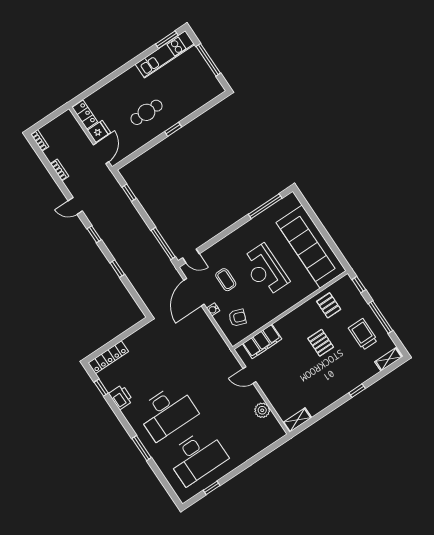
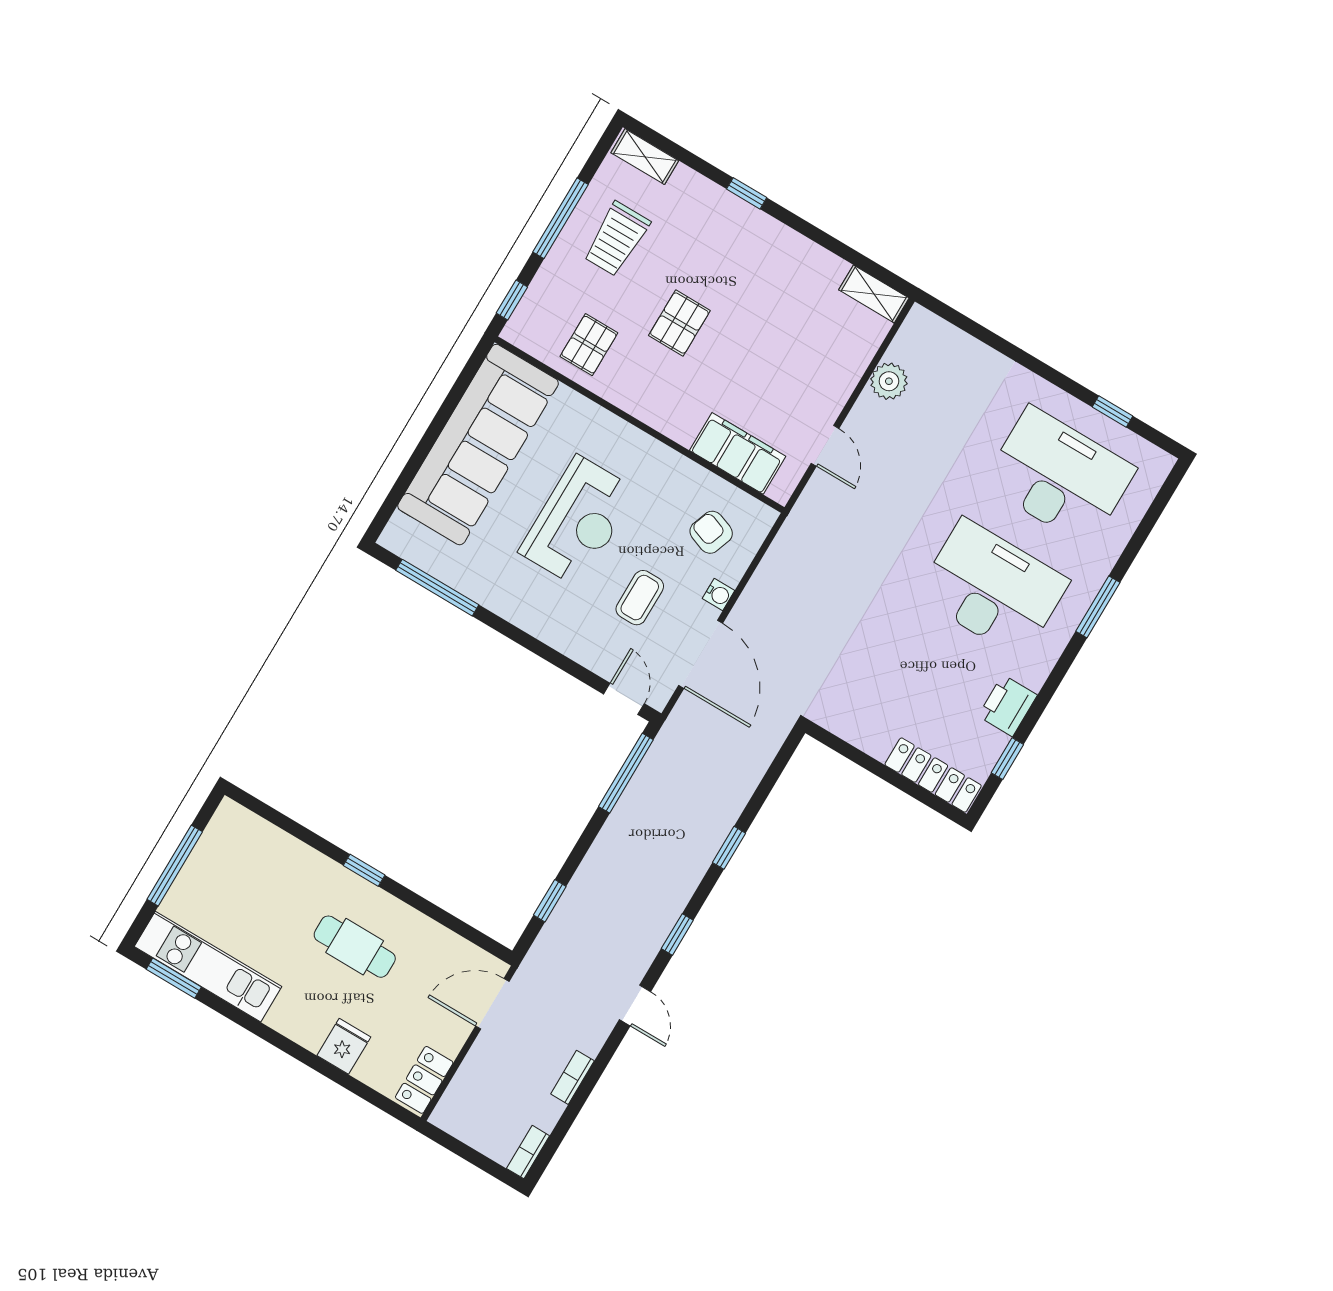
fridge: (99, 131) -> (344, 1046), moved, turned 90
door: (194, 292) -> (701, 654), hinge flipped

